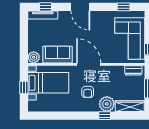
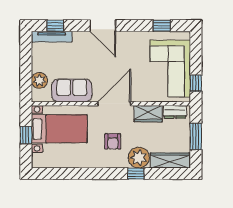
plant: (34, 57) -> (39, 80), moved
door: (89, 64) -> (114, 104), hinge flipped
wardrobe: (114, 72) -> (148, 114), added

